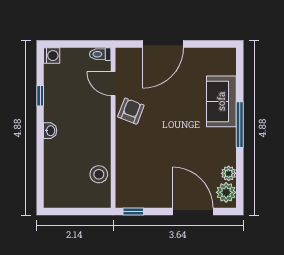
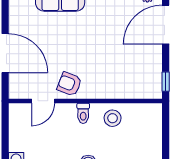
toilet: (100, 54) -> (83, 113), moved
stool: (99, 174) -> (113, 118), moved

